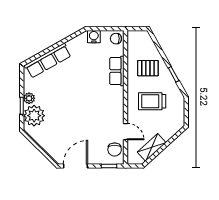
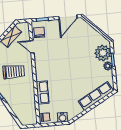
pallet: (148, 68) -> (19, 97), removed

